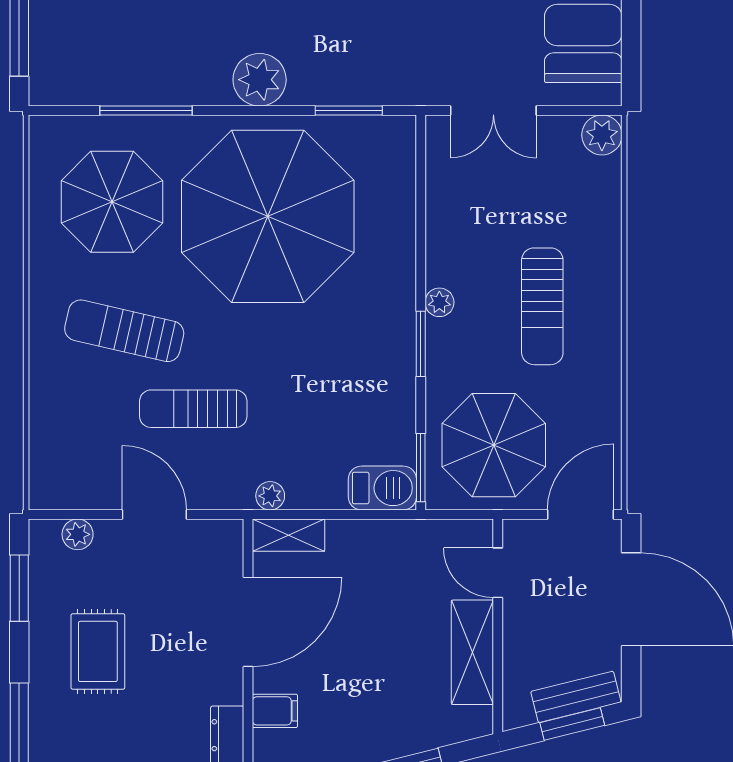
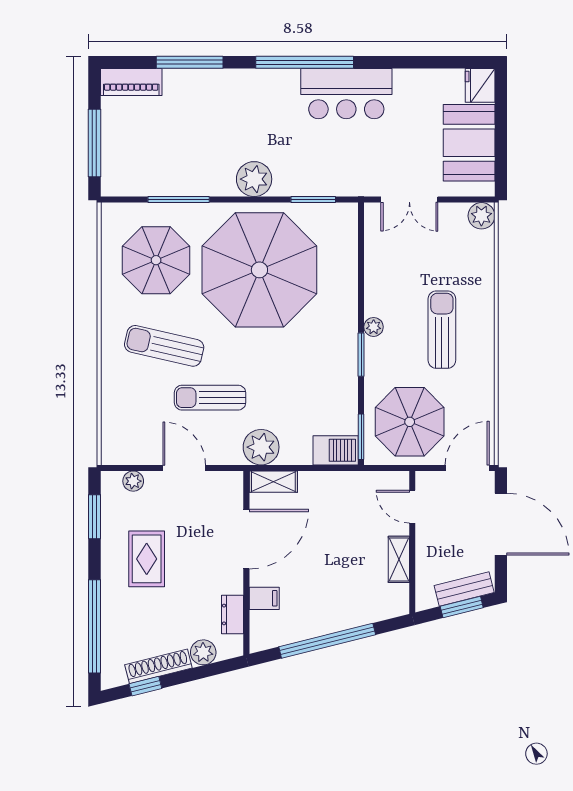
sun lounger: (542, 306) -> (442, 330), turned 180
plant: (270, 496) -> (261, 447), width x1.88, depth x1.88
shelving: (472, 652) -> (399, 559), width x0.67, depth x0.75

